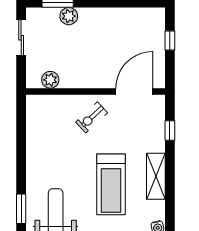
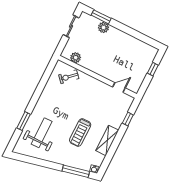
door: (134, 91) -> (119, 87), width x0.53
exercise bike: (92, 117) -> (69, 77), moved
treadmill: (111, 184) -> (80, 132), width x0.73, depth x0.73

